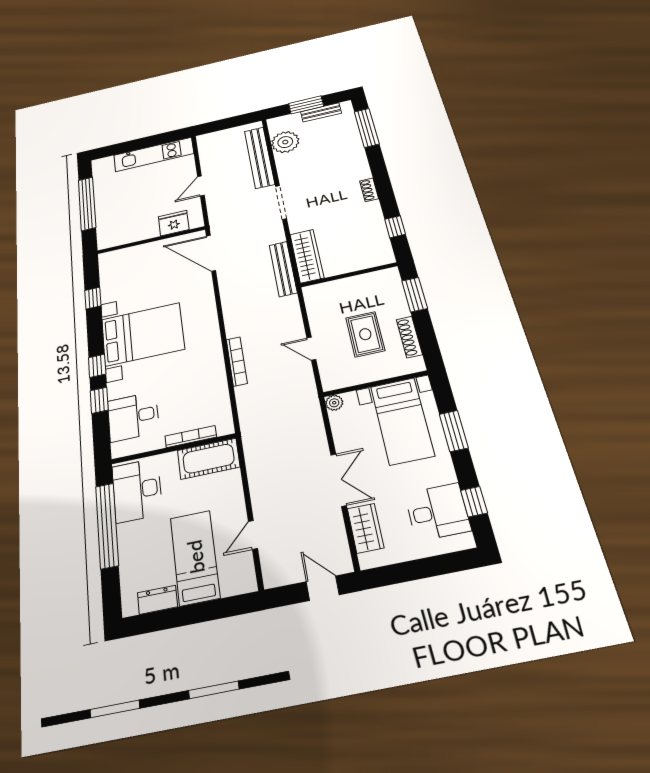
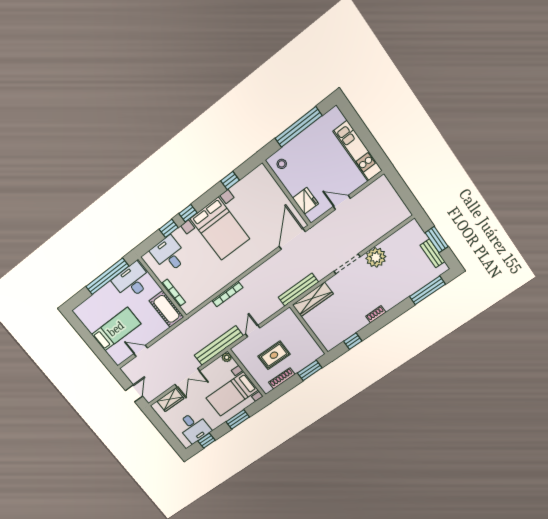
plant: (285, 142) -> (376, 257), moved
bench: (260, 157) -> (219, 346), moved
stool: (114, 234) -> (282, 164), added
dresser: (157, 600) -> (88, 322), removed

